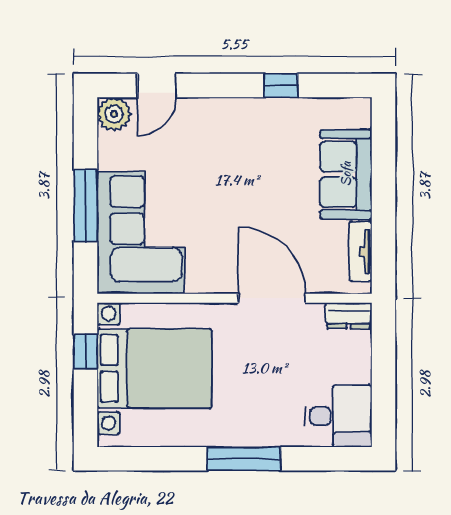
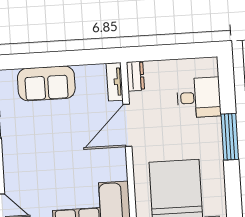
tv unit: (360, 252) -> (115, 82), moved, turned 90
desk: (338, 416) -> (199, 98), moved, turned 90

